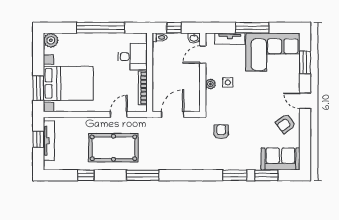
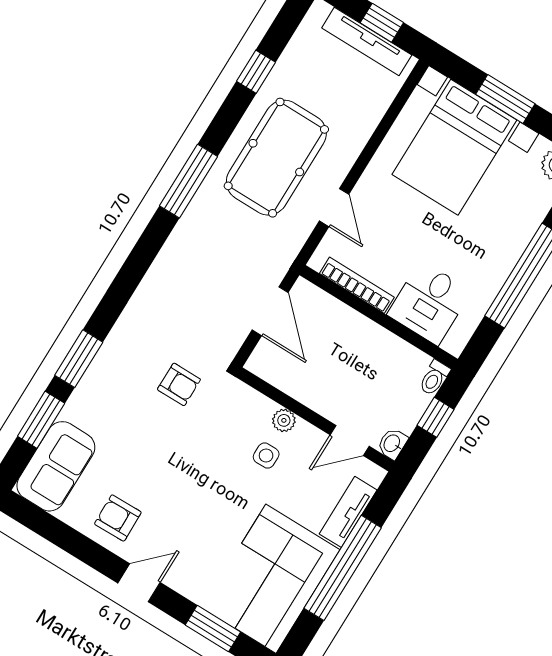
window: (252, 28) -> (343, 568), width x1.46
door: (203, 55) -> (350, 441), swing flipped
window: (38, 88) -> (505, 99), moved
armchair: (286, 124) -> (118, 518), turned -54

